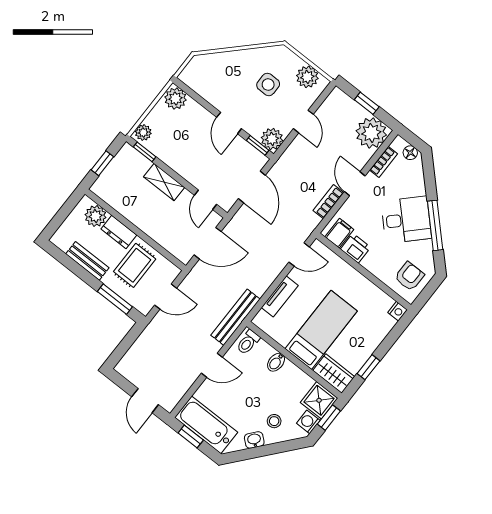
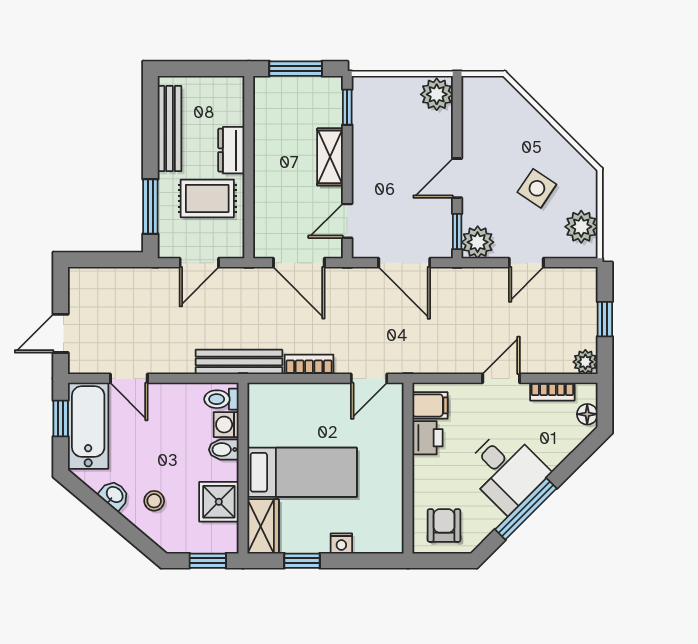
side table: (268, 84) -> (537, 188), turned 34
plant: (143, 132) -> (368, 88), removed
plant: (371, 133) -> (585, 362), width x0.53, depth x0.53
window: (102, 163) -> (296, 69), width x1.50
door: (252, 187) -> (404, 263), hinge flipped
bookcase: (328, 202) -> (309, 364), moved
plant: (96, 216) -> (229, 109), removed
door: (299, 254) -> (369, 378), hinge flipped
bench: (87, 261) -> (170, 129), width x1.36
armchair: (409, 276) -> (444, 525), turned -90
tv unit: (280, 296) -> (303, 394), removed
door: (166, 297) -> (199, 263), hinge flipped
nightstand: (398, 311) -> (341, 543), moved
door: (212, 365) -> (129, 378), moved
shower: (319, 400) -> (219, 502), moved
washing machine: (308, 422) -> (226, 425), moved, turned -90

